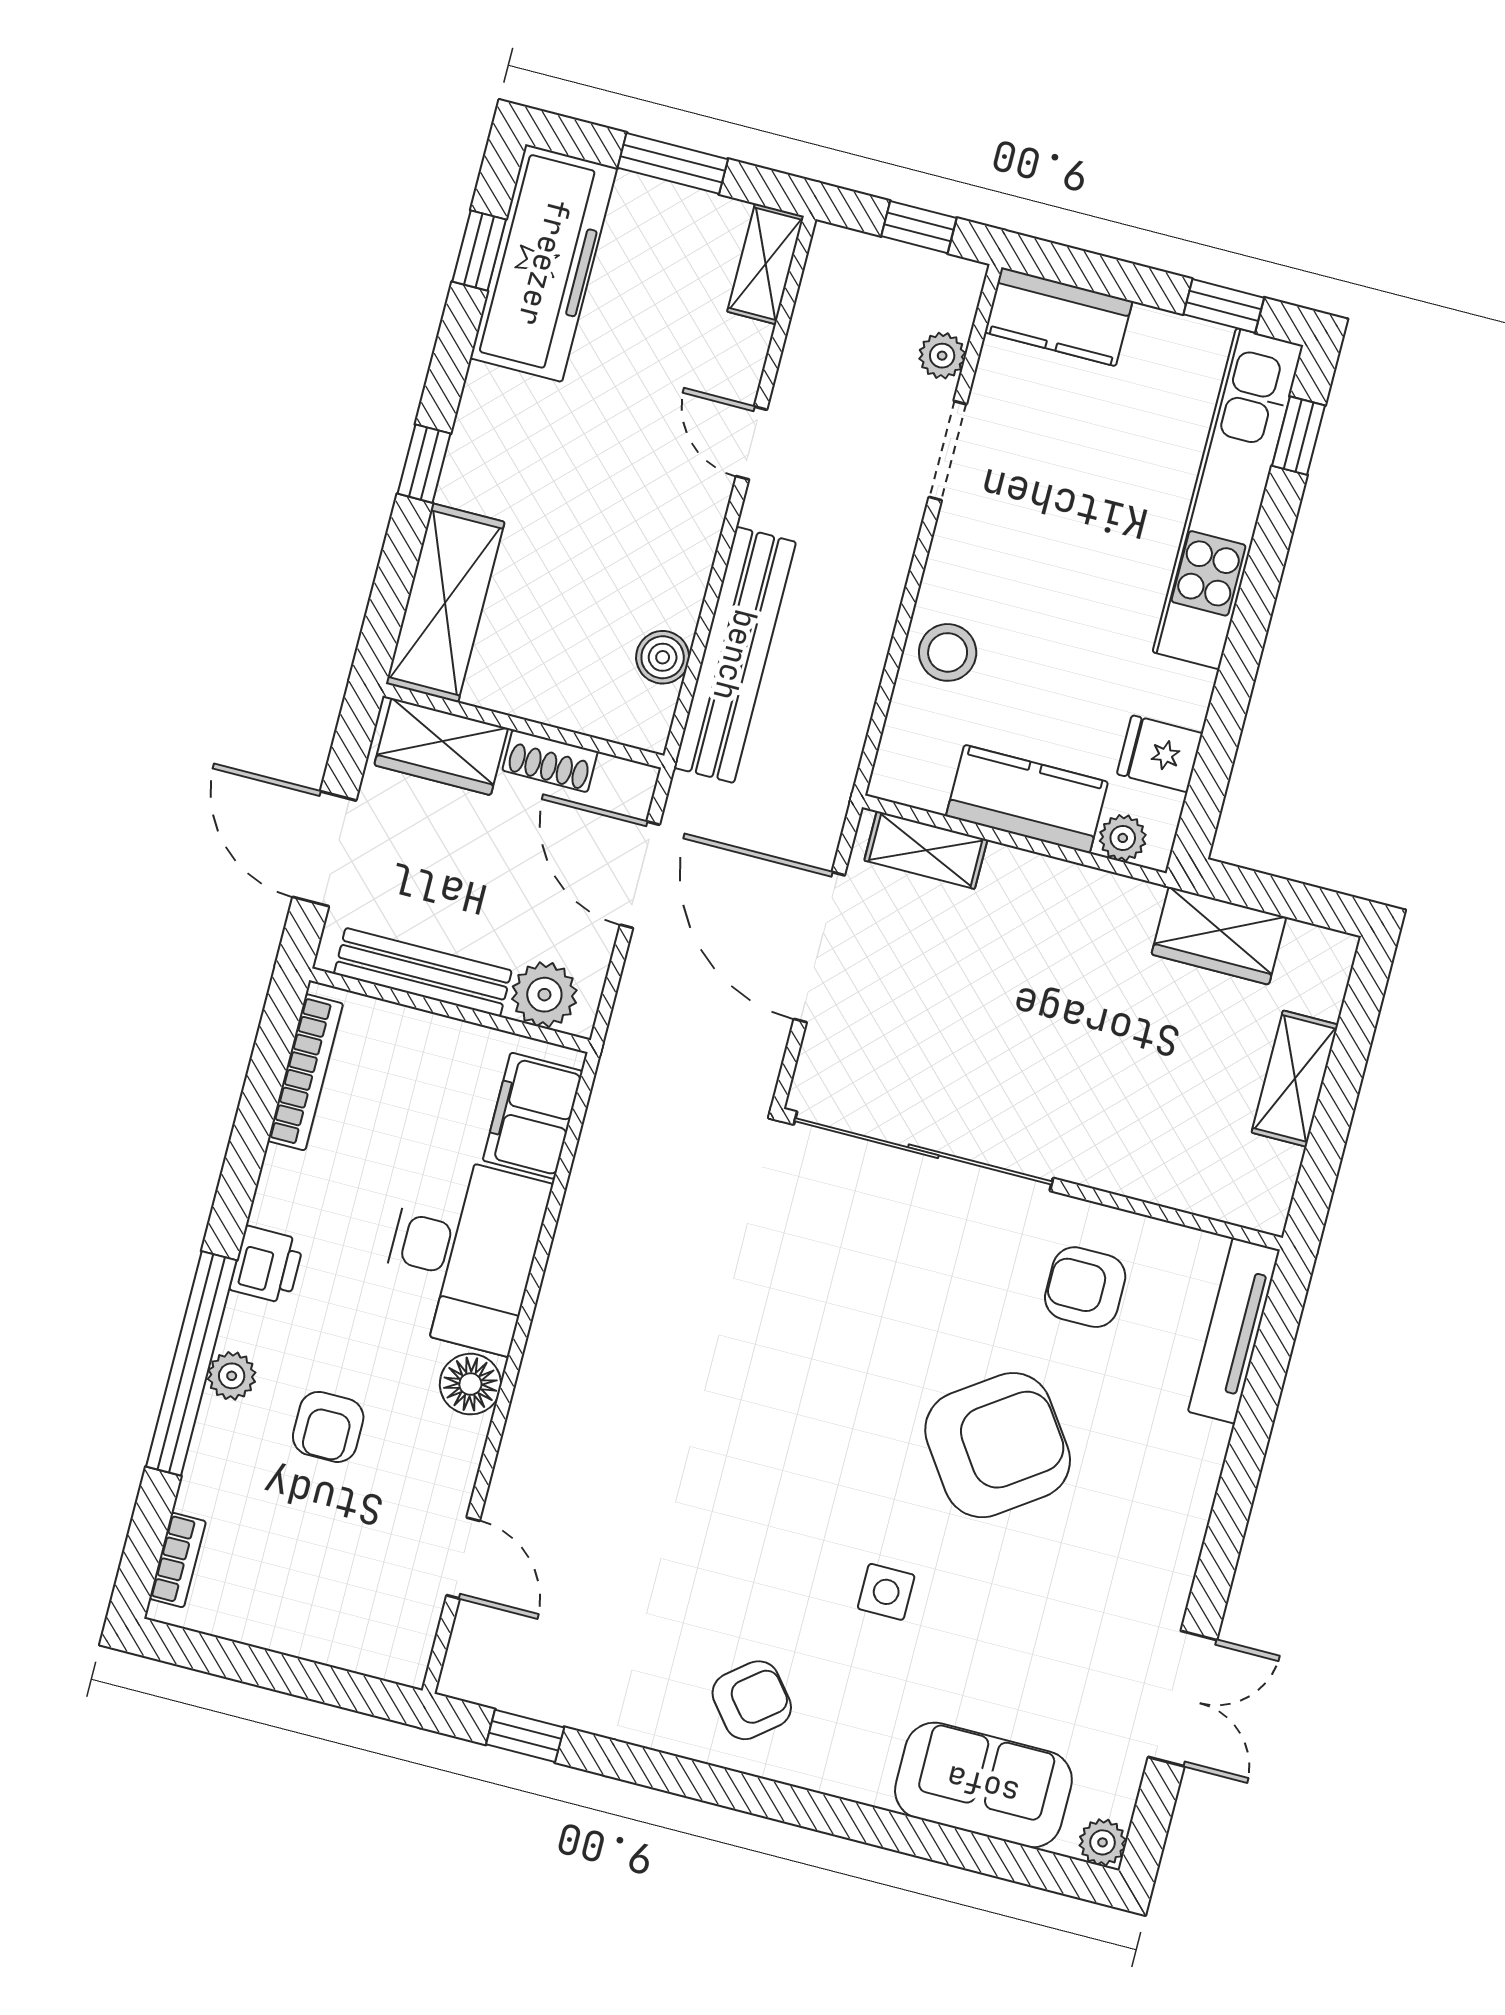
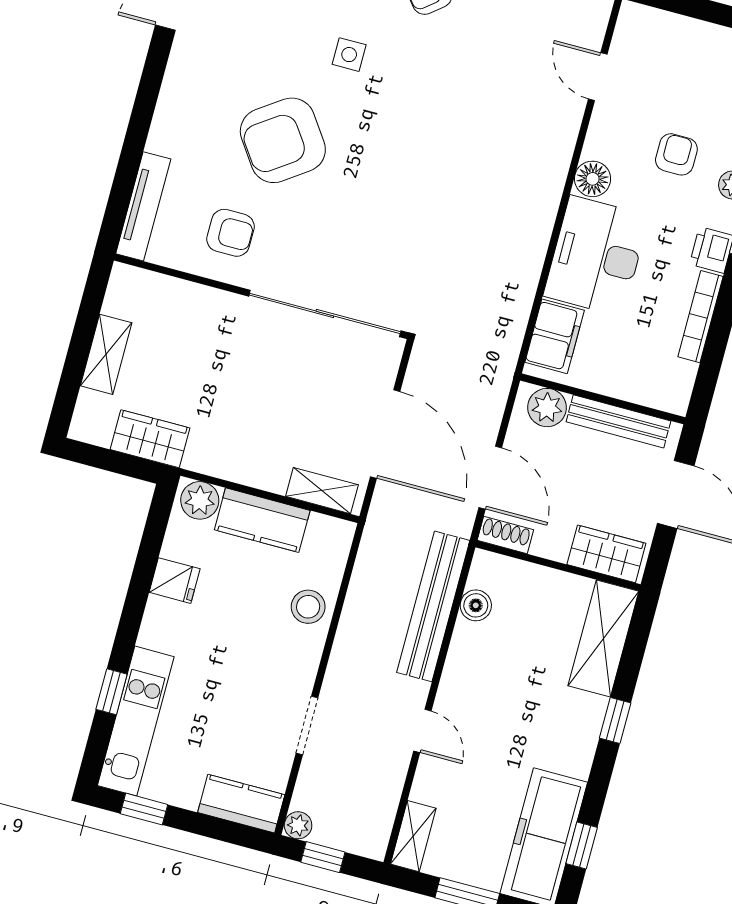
plant: (942, 356) -> (298, 825), moved
window: (1299, 436) -> (112, 692), moved
kitchen unit: (1228, 499) -> (136, 721), width x0.73
fridge: (1160, 754) -> (175, 581), moved
shoe rack: (550, 761) -> (505, 535), moved
plant: (1123, 838) -> (200, 500), width x1.38, depth x1.38
bookcase: (305, 1072) -> (700, 317), moved

